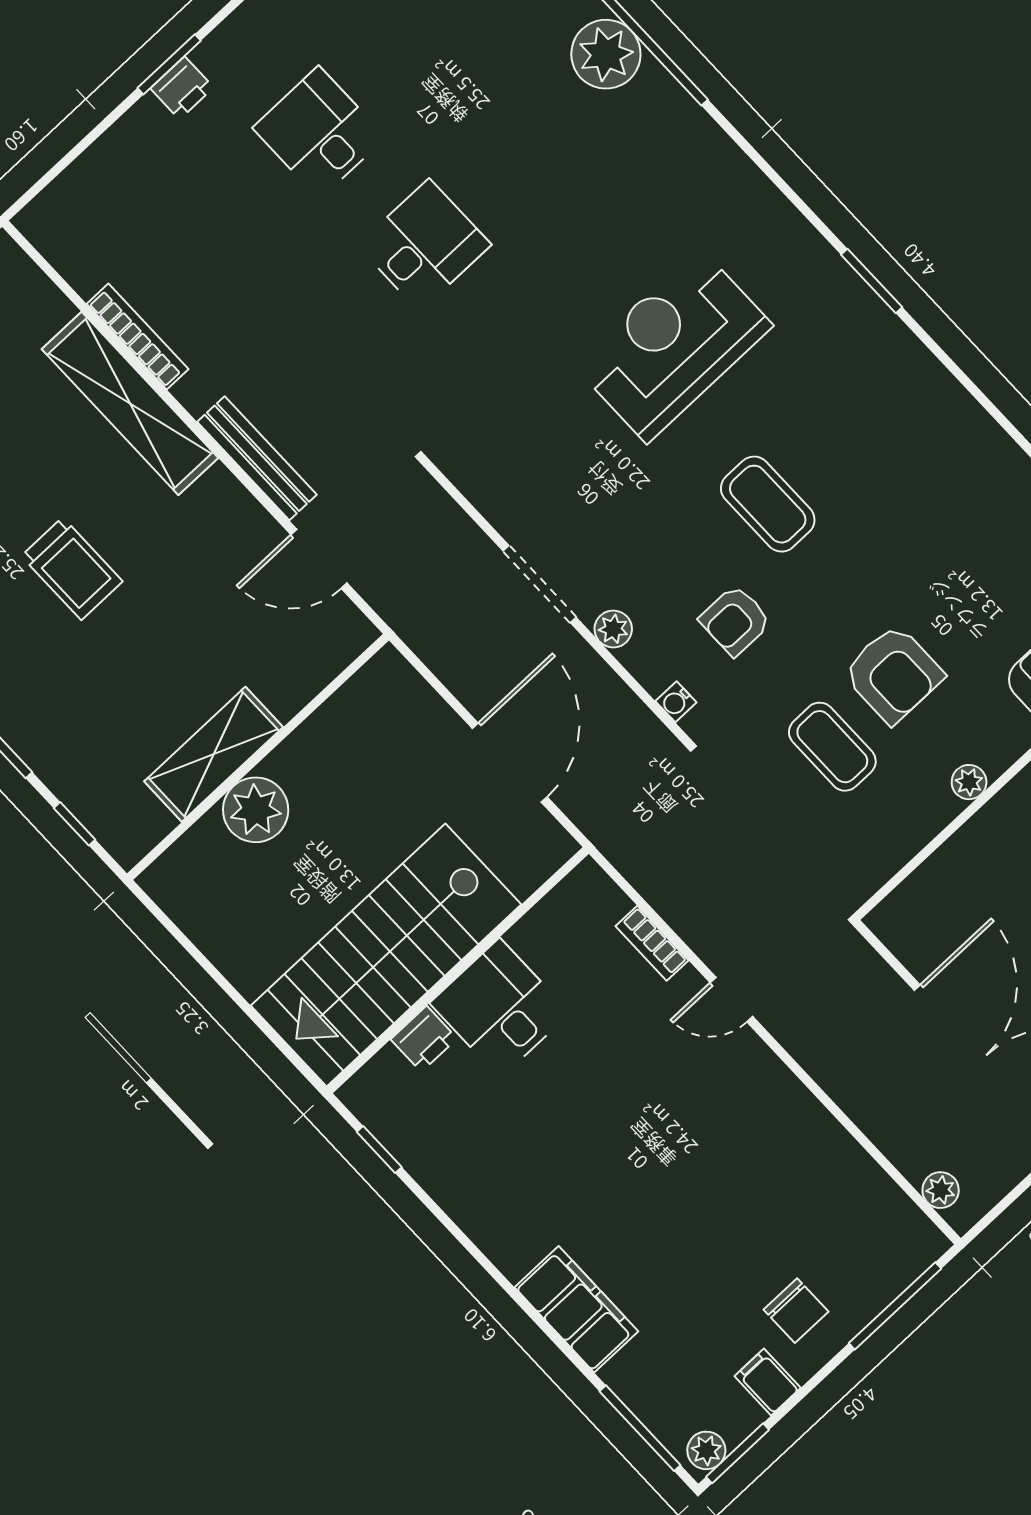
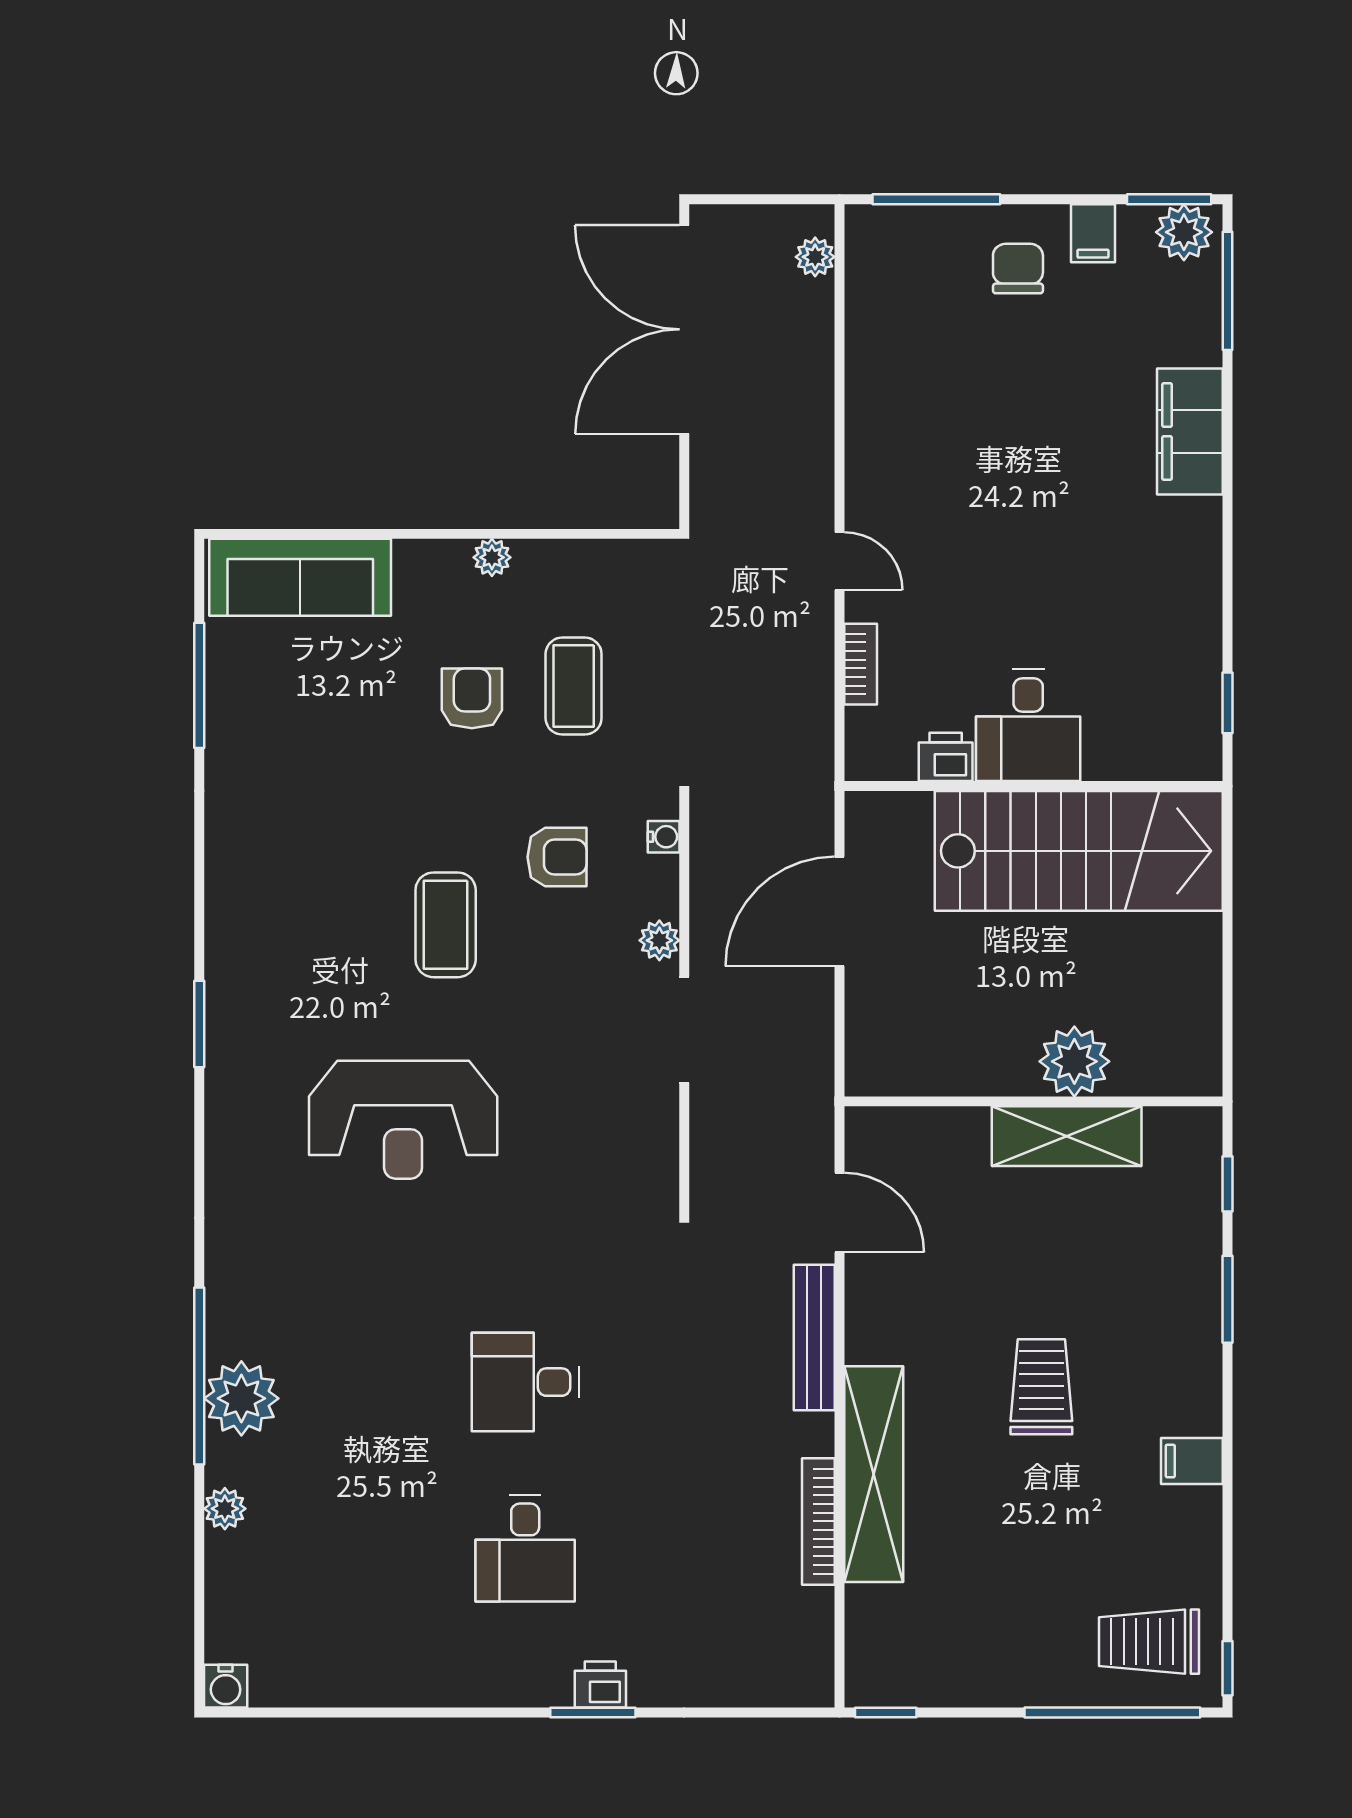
armchair: (893, 674) -> (472, 698), width x0.72, depth x0.72
printer: (424, 1039) -> (946, 757), moved
plant: (706, 1450) -> (1184, 232), width x1.38, depth x1.38

